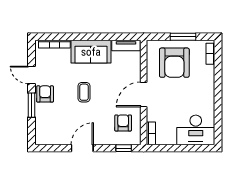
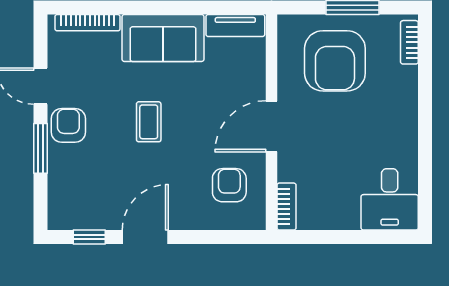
desk: (196, 130) -> (390, 199), width x0.73
window: (124, 148) -> (89, 237), moved

